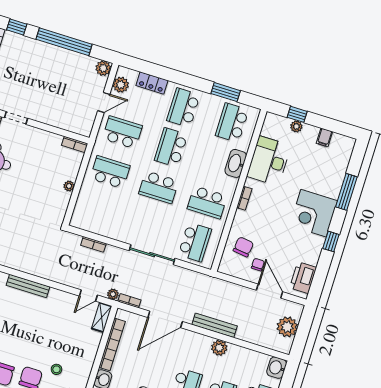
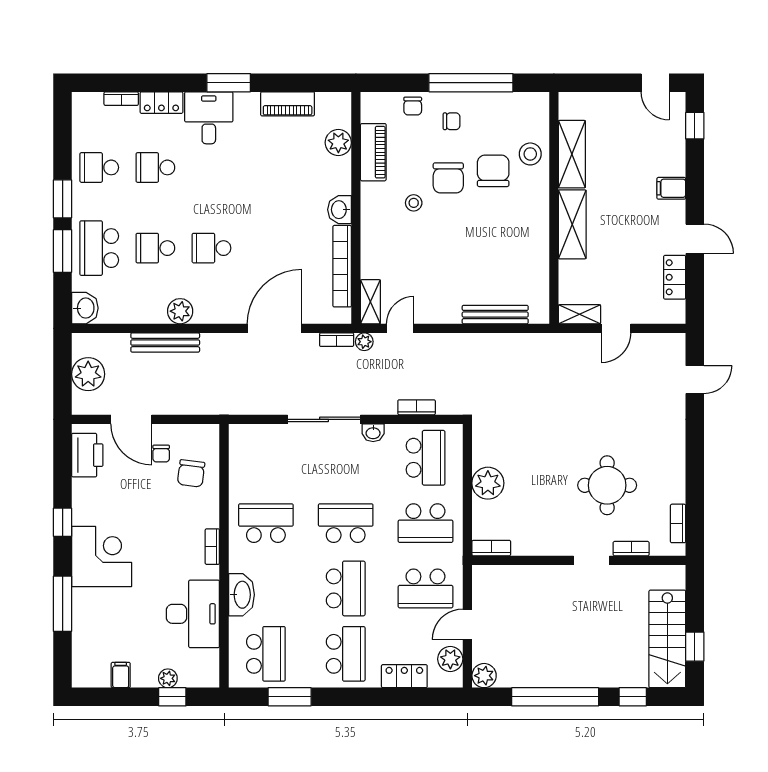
plant: (69, 186) -> (488, 483), width x1.88, depth x1.88
washbasin: (125, 237) -> (373, 433), added
school desk: (195, 242) -> (425, 458), moved, turned 180
bench: (215, 325) -> (165, 343), moved

